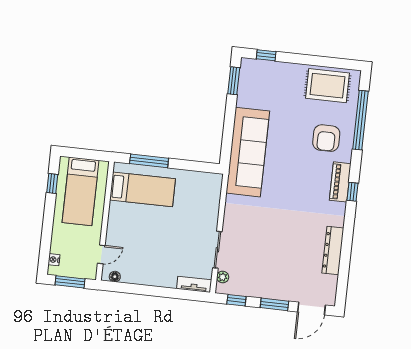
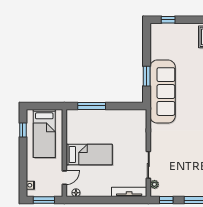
window: (234, 81) -> (147, 76), moved
bed: (143, 189) -> (89, 154), moved
tv unit: (194, 284) -> (129, 192), width x1.41

